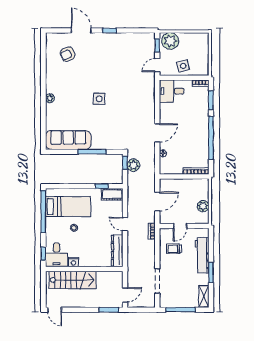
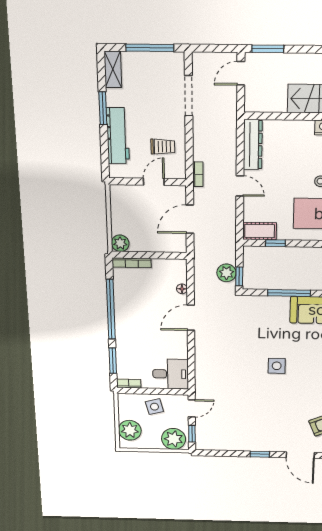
plant: (201, 47) -> (130, 430), added
plant: (203, 206) -> (120, 243), moved

